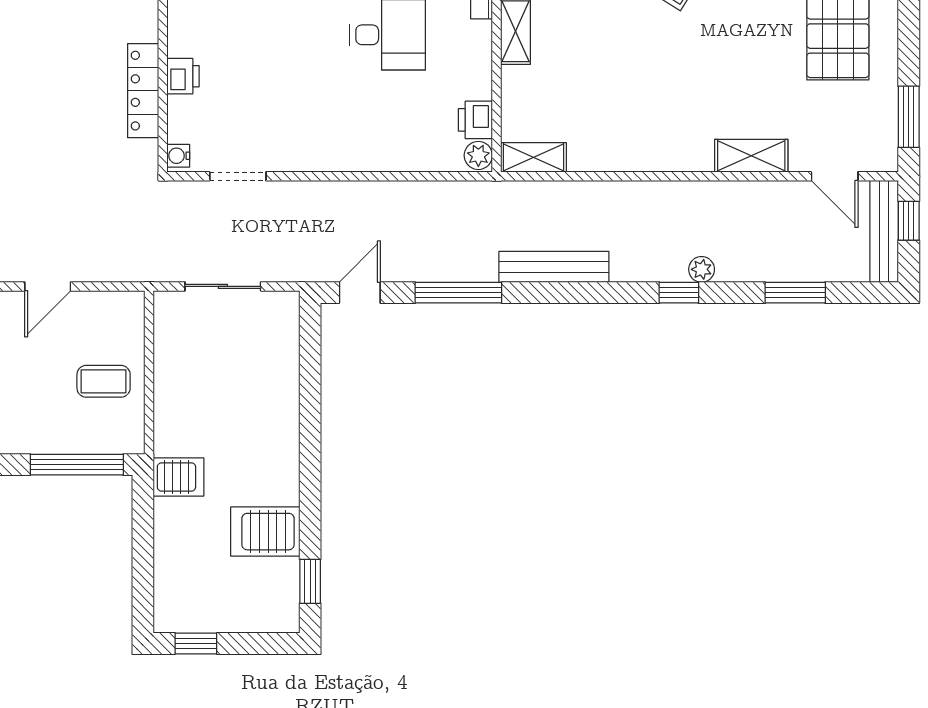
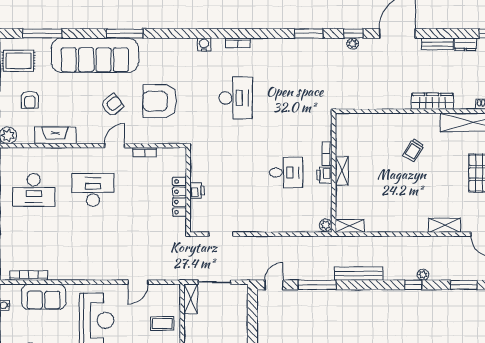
printer: (475, 120) -> (324, 175), moved
water cooler: (178, 156) -> (195, 225), removed
shelving: (169, 325) -> (191, 299), added

